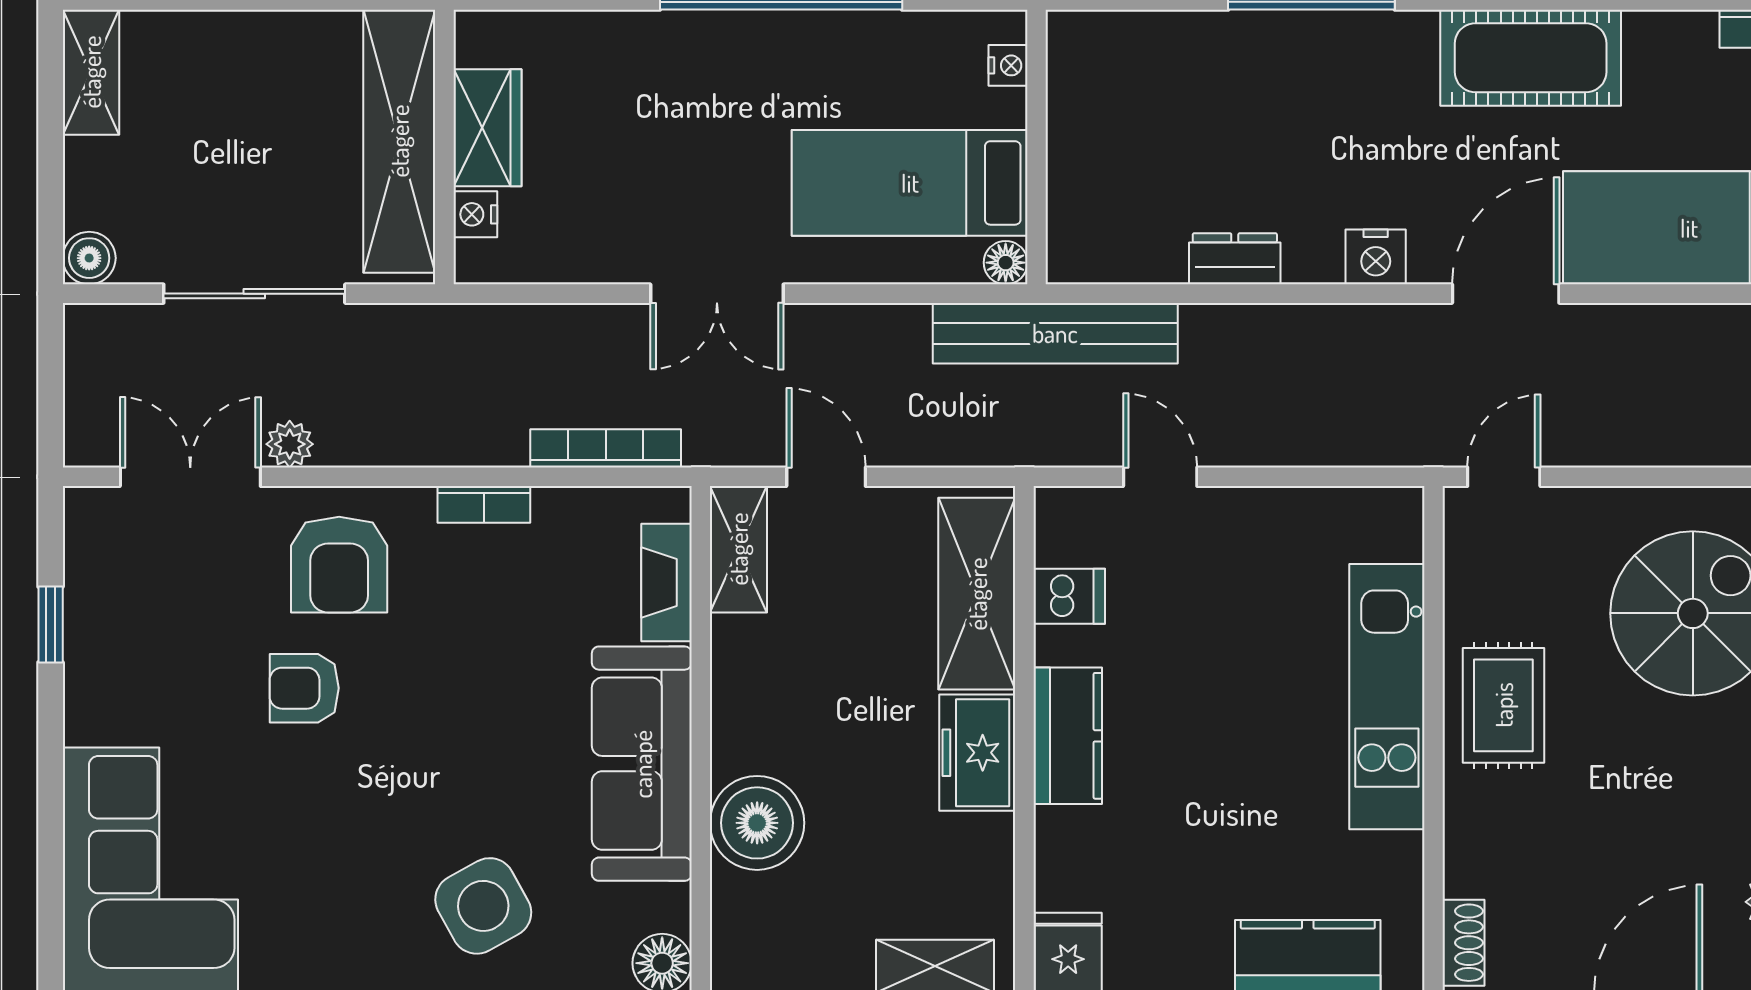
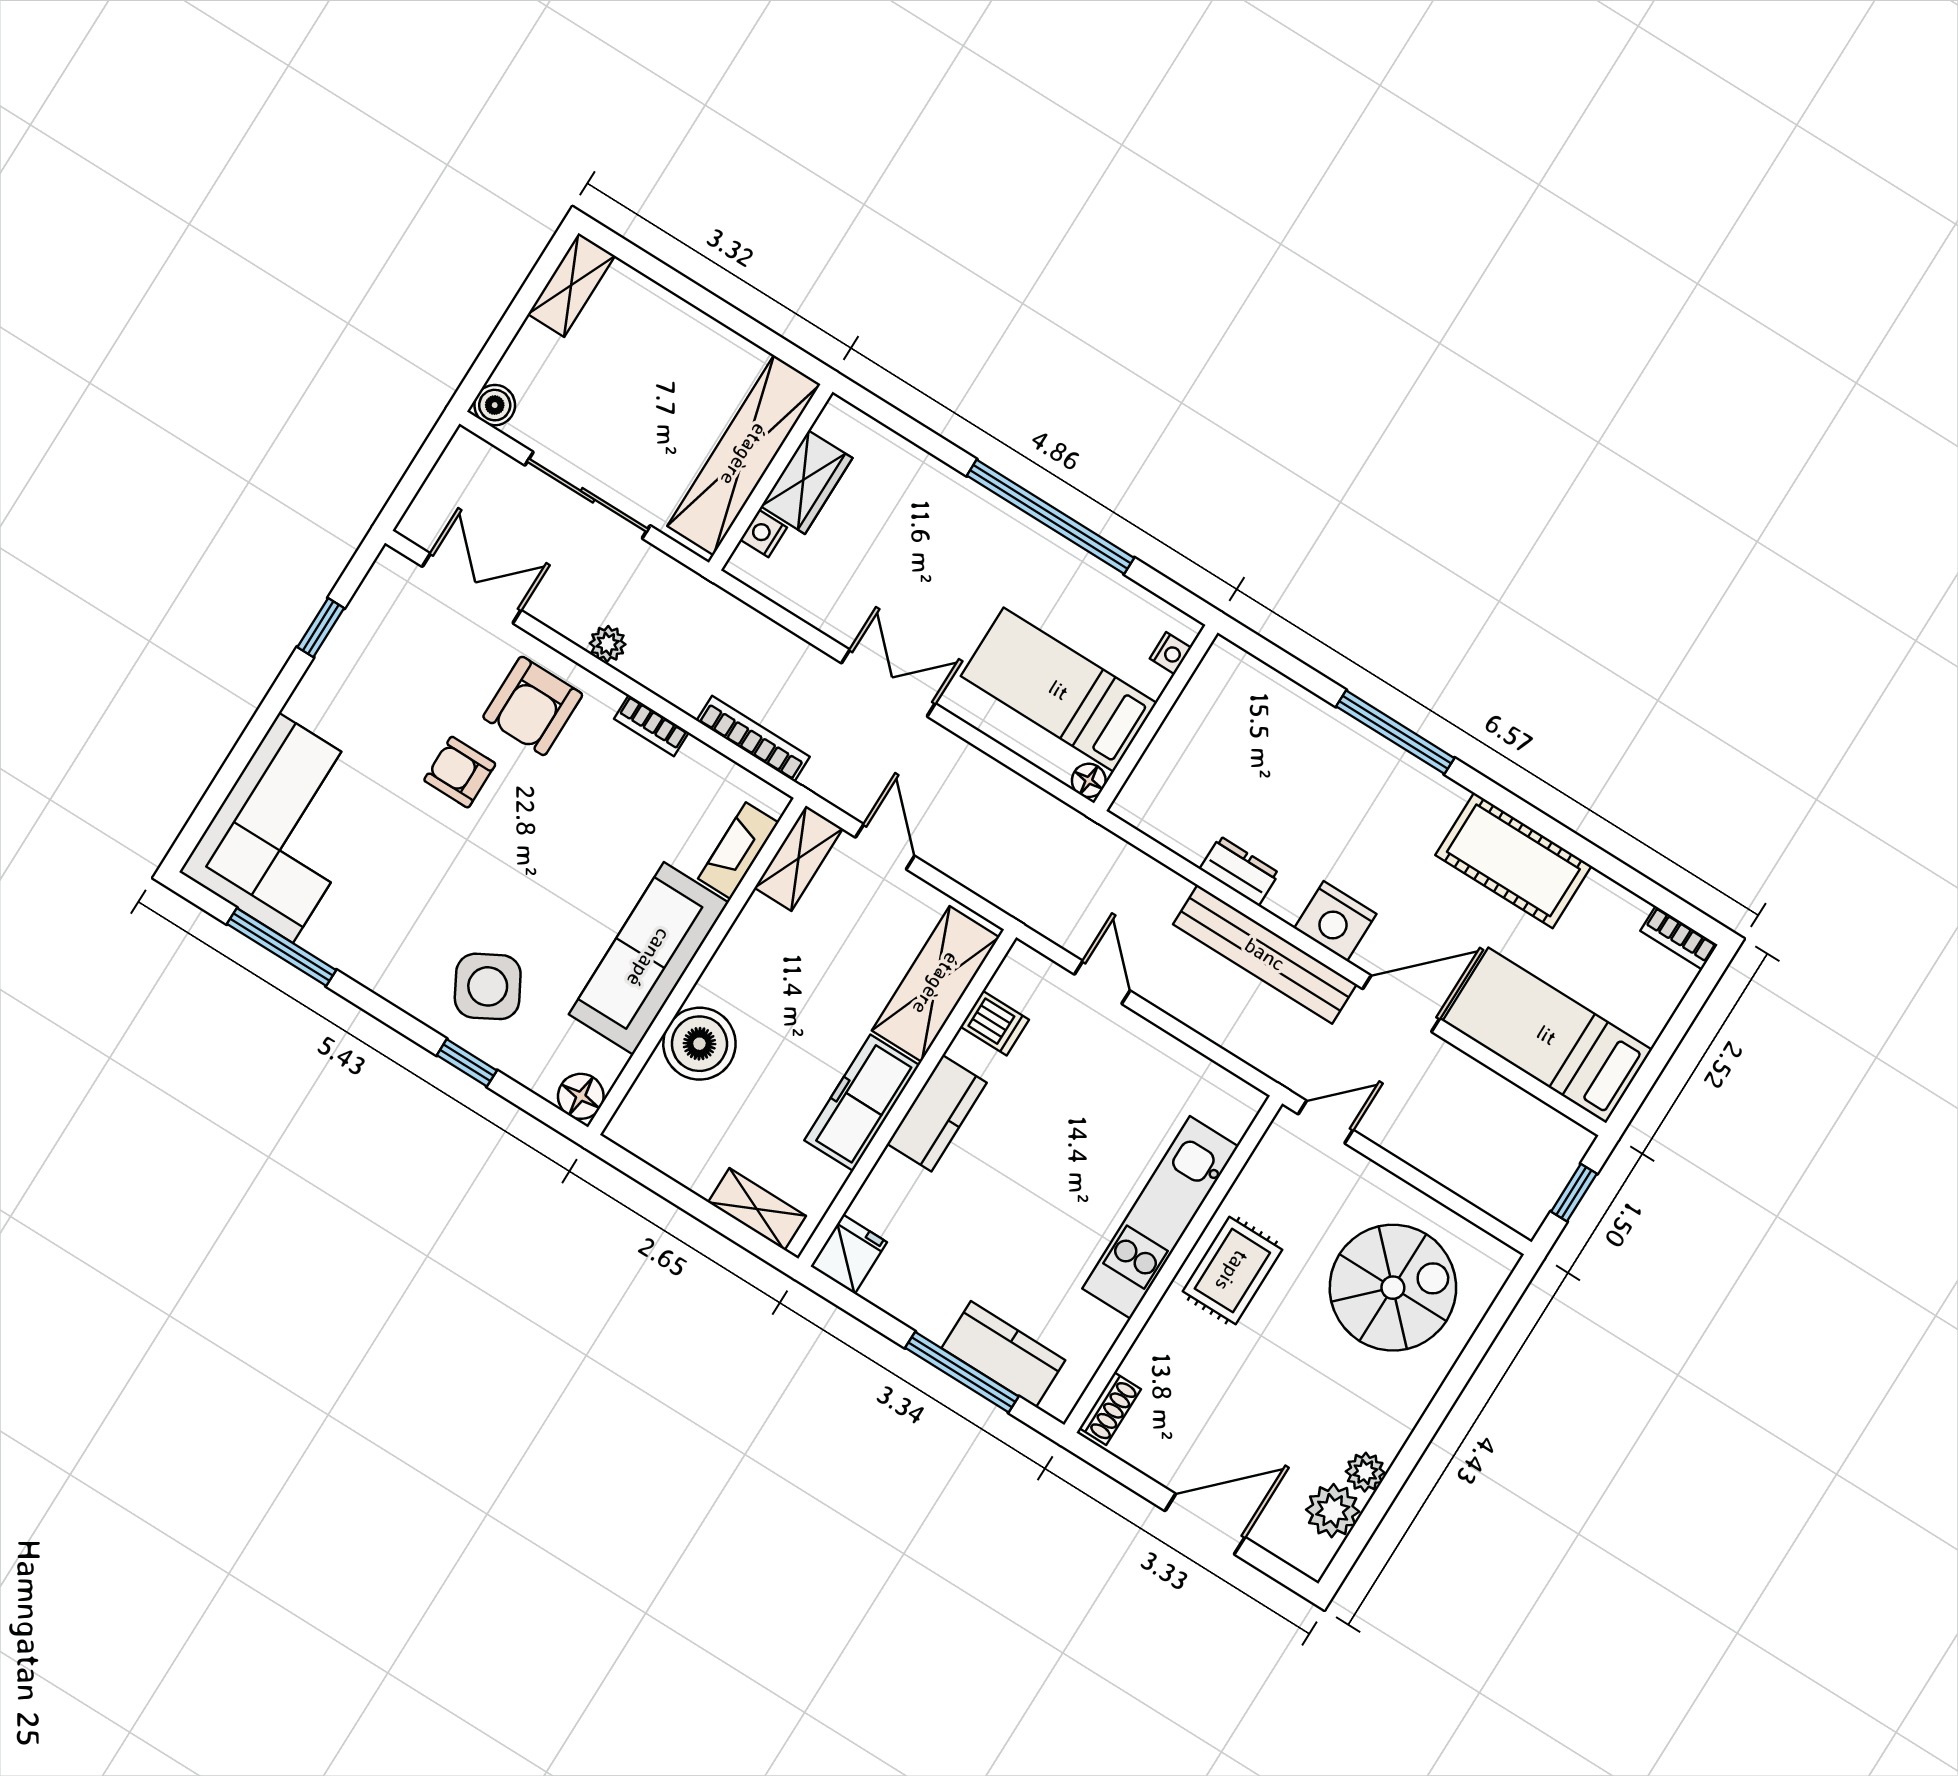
nightstand: (1376, 257) -> (1335, 921), width x1.36, depth x1.33
double door: (717, 294) -> (888, 683), swing flipped
bench: (1055, 333) -> (1265, 954), moved
plant: (290, 444) -> (608, 644), moved
freezer: (977, 753) -> (862, 1103), width x1.40

